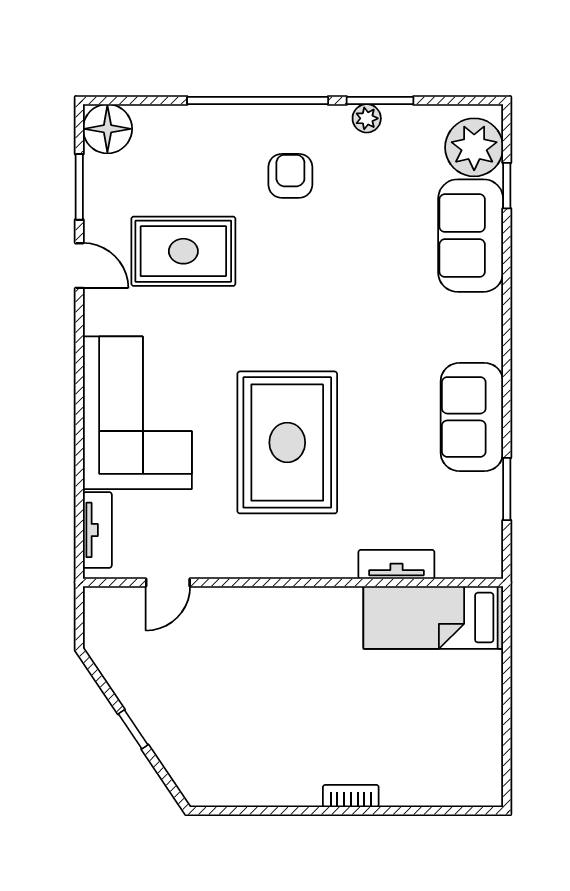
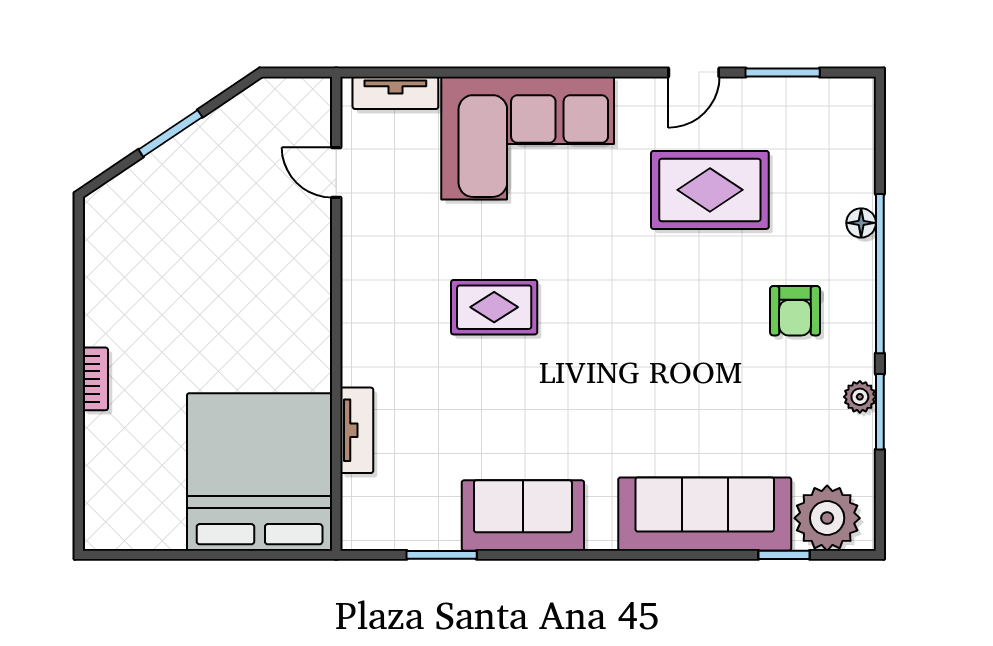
floor lamp: (107, 129) -> (861, 223), moved, width x0.53, depth x0.53
armchair: (290, 176) -> (795, 311), turned 90
sofa: (471, 236) -> (705, 514), width x1.36
rug: (183, 251) -> (710, 190), turned 90
rug: (287, 442) -> (494, 307), width x0.54, depth x0.49
bed: (433, 618) -> (260, 472), width x2.04
window: (133, 729) -> (170, 133), width x1.50

